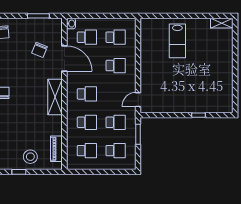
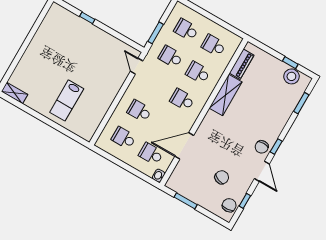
lab bench: (177, 41) -> (67, 100), turned 180
chair: (40, 50) -> (222, 177), moved
door: (64, 59) -> (184, 146), hinge flipped
shelving: (55, 97) -> (226, 95), moved
door: (138, 100) -> (137, 66), swing flipped
stool: (30, 157) -> (291, 76), moved

